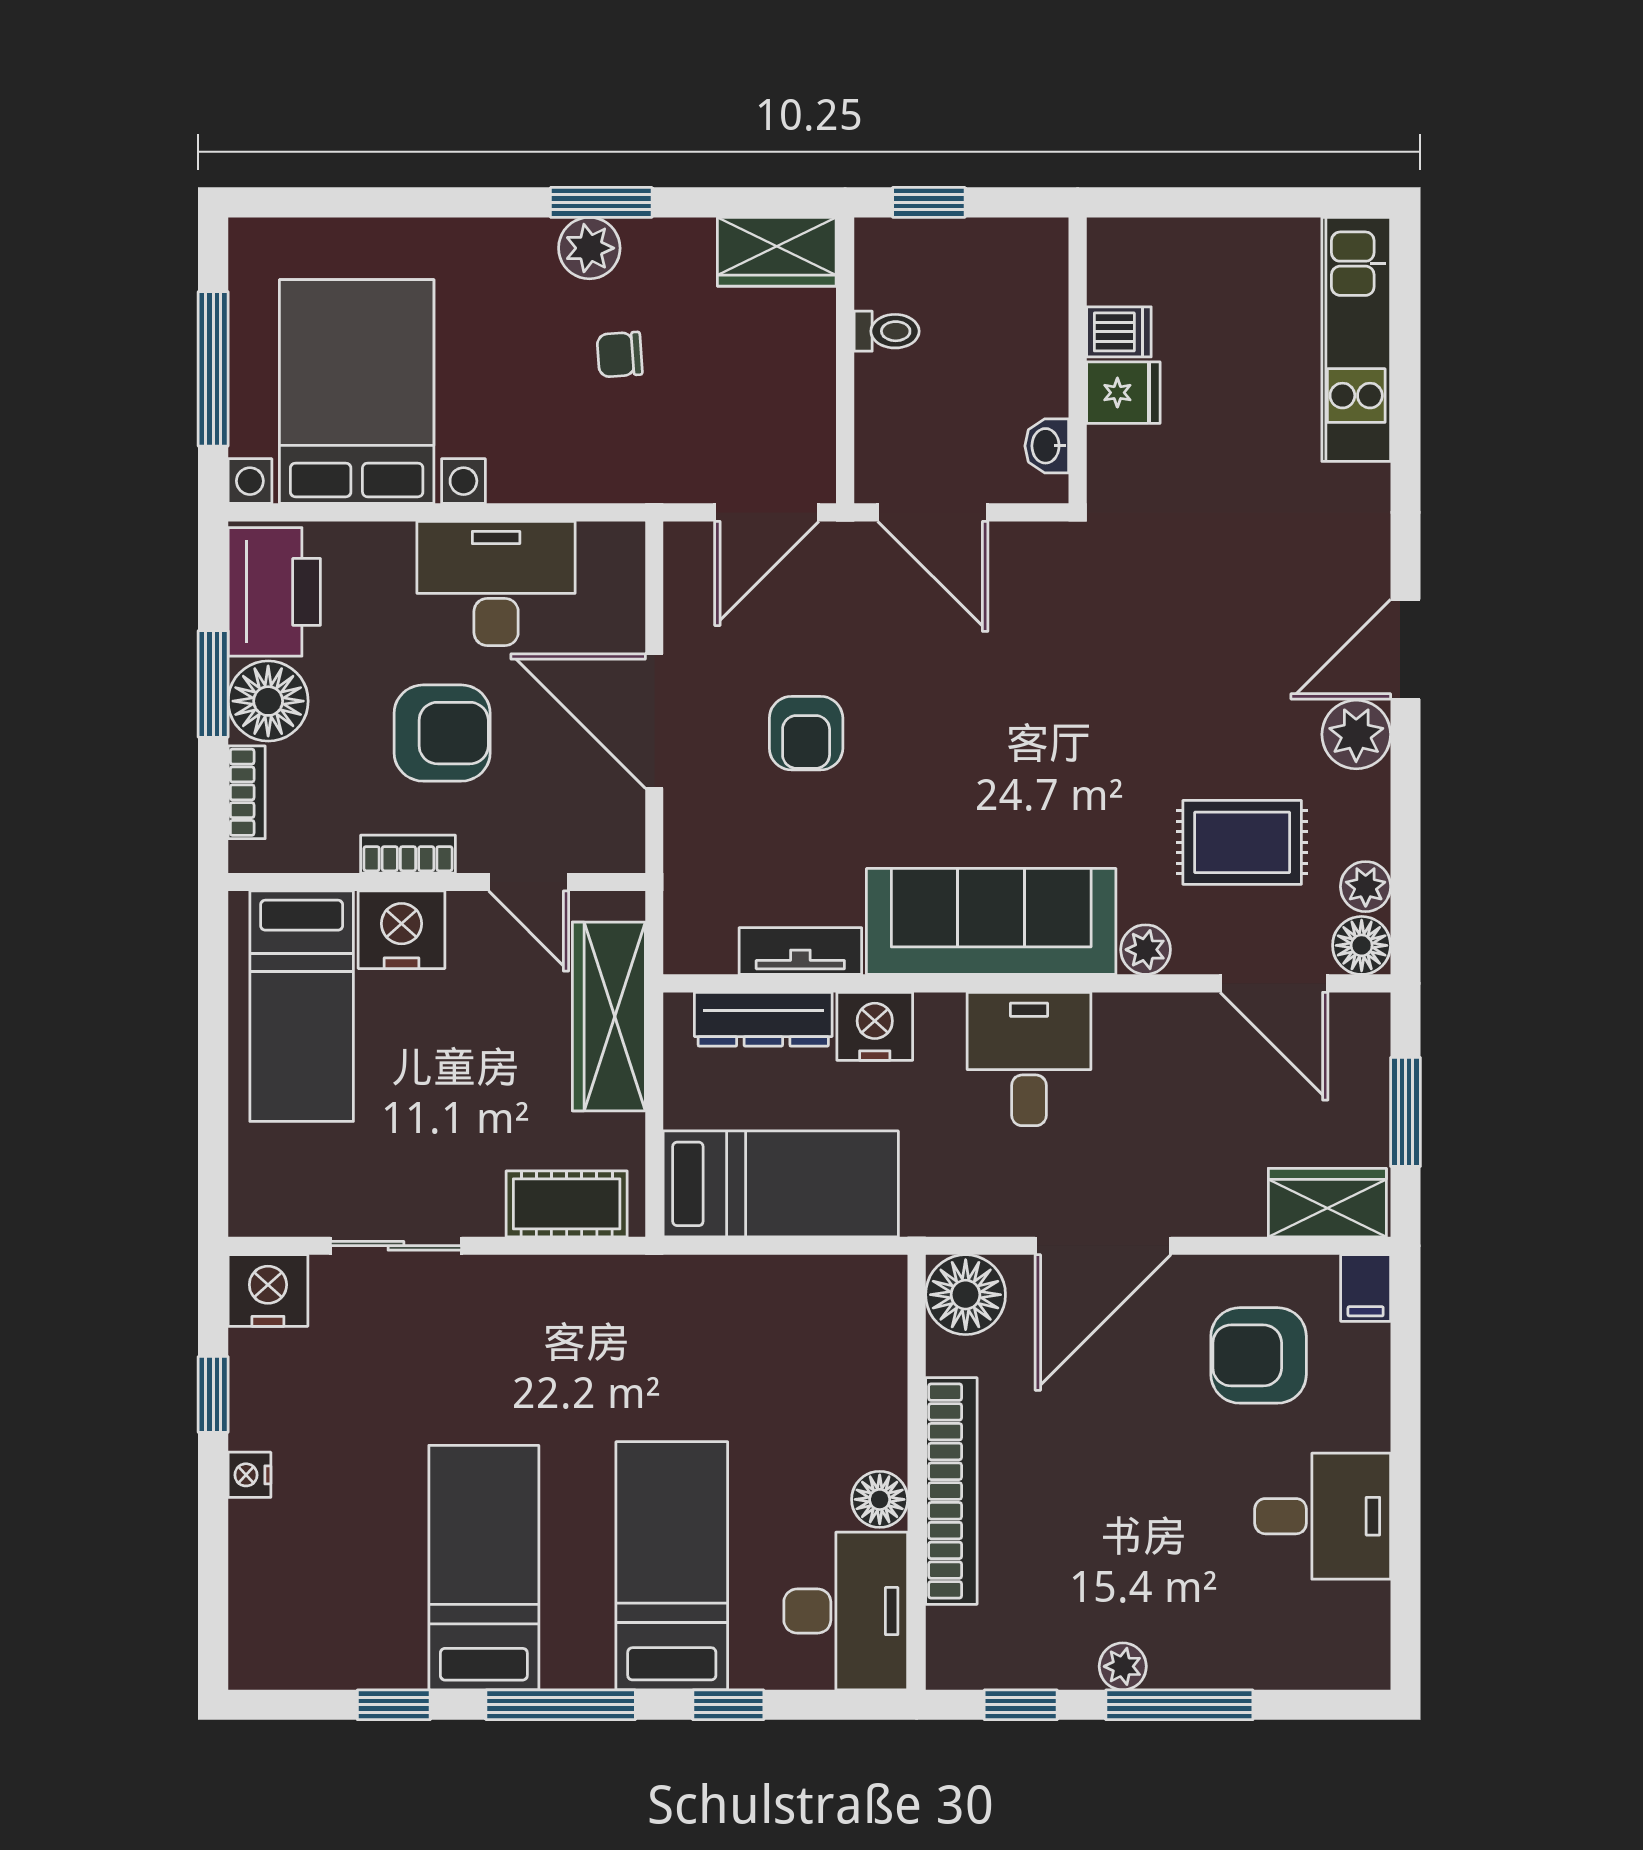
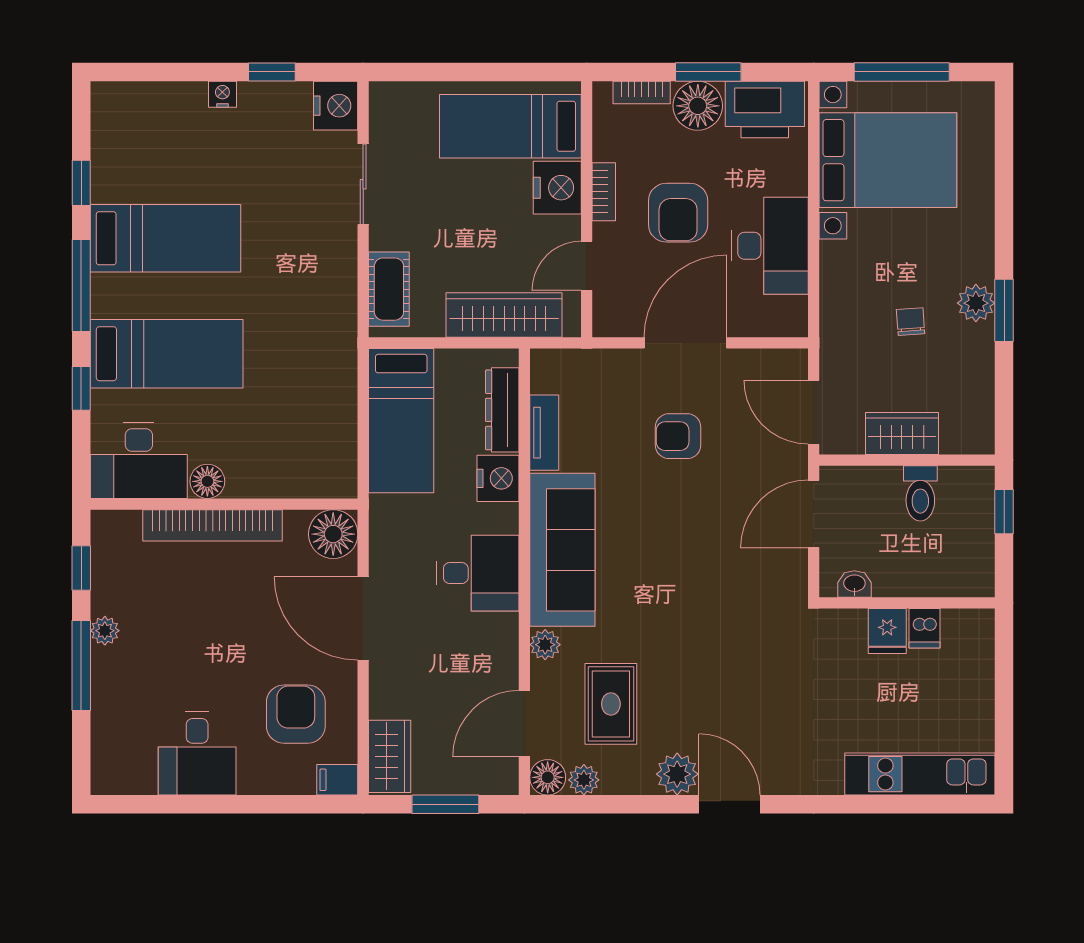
wardrobe: (777, 252) -> (902, 433), moved, turned 90
toilet: (887, 331) -> (920, 493), width x1.37, depth x1.39

